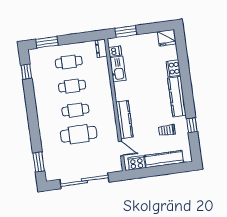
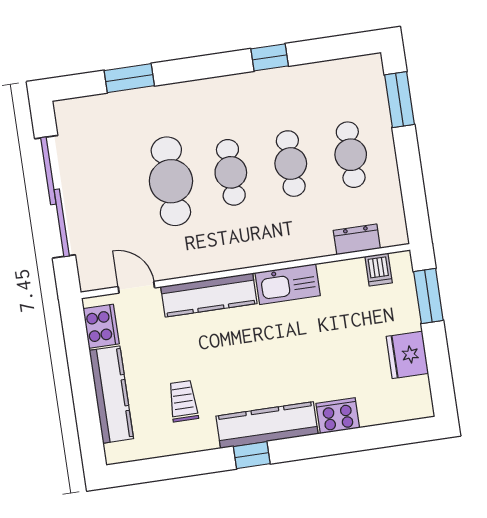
fridge: (167, 38) -> (407, 355), moved
dresser: (101, 48) -> (357, 239), moved
kitchen sink: (118, 69) -> (288, 284), moved
window: (26, 72) -> (270, 57), moved
window: (192, 125) -> (252, 455), moved
door: (121, 149) -> (136, 287), swing flipped
window: (39, 162) -> (129, 78), moved

